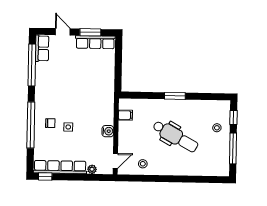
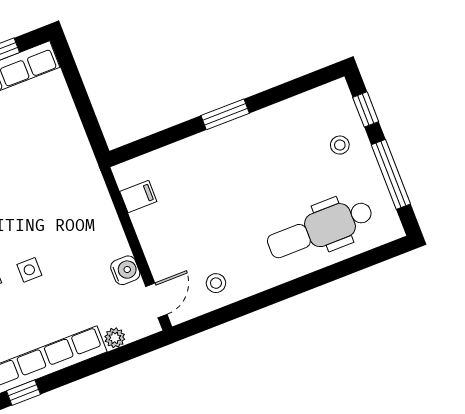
water cooler: (108, 131) -> (125, 270), moved
dental chair: (175, 136) -> (320, 229), moved, turned 151

